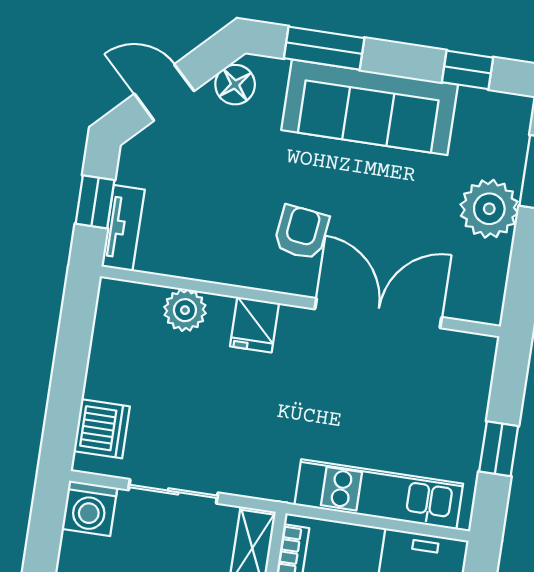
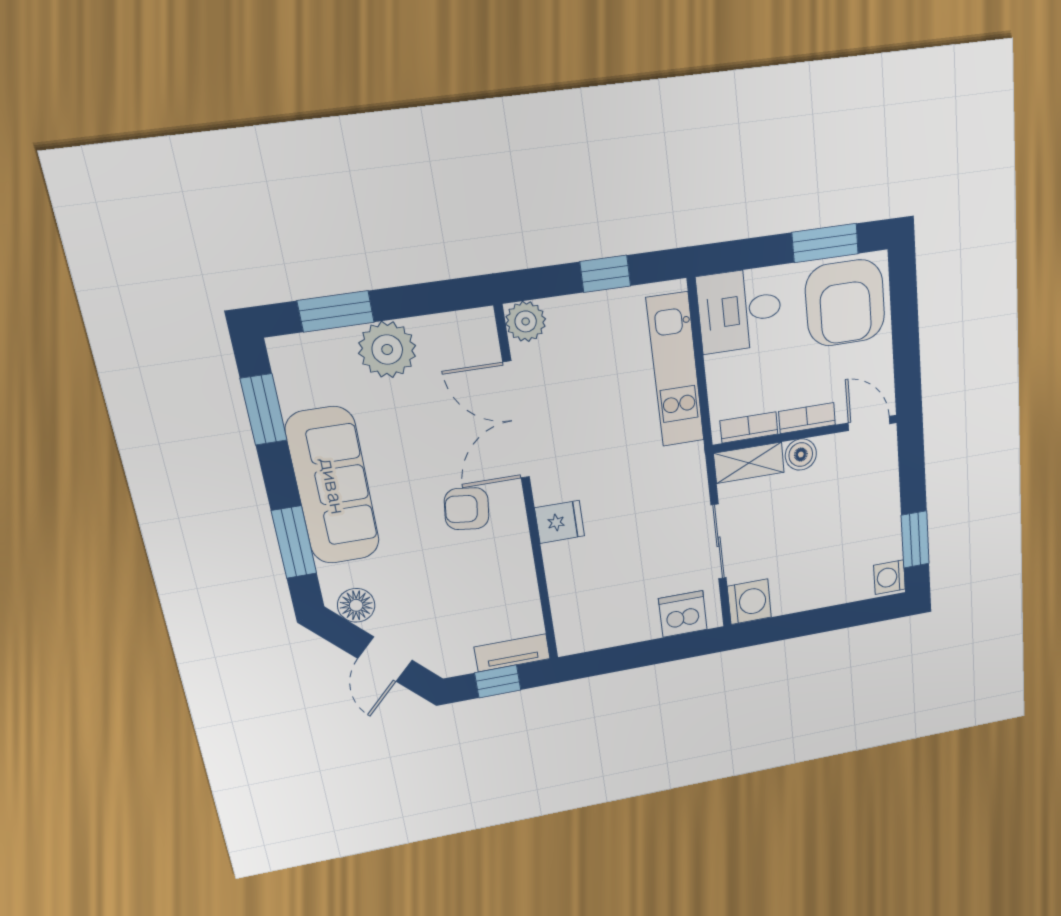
window: (468, 70) -> (264, 409), width x1.50
plant: (185, 310) -> (526, 321), moved

